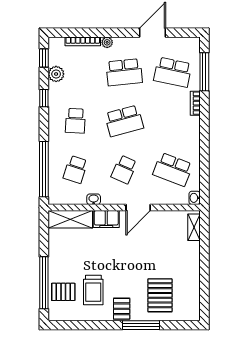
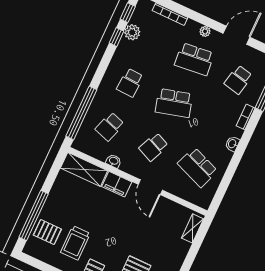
plant: (107, 42) -> (205, 31), moved
school desk: (173, 72) -> (238, 80), width x0.54
window: (44, 98) -> (117, 37), moved
washbasin: (195, 198) -> (232, 144), moved
door: (138, 208) -> (150, 187), hinge flipped

